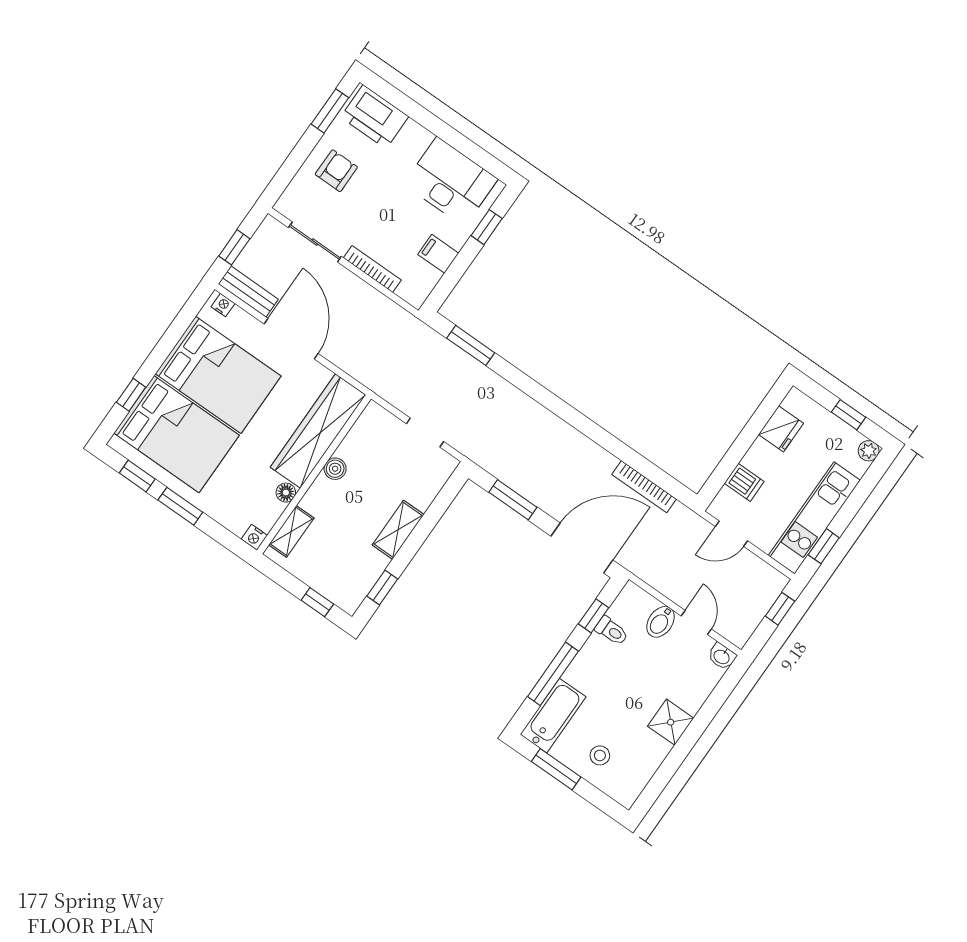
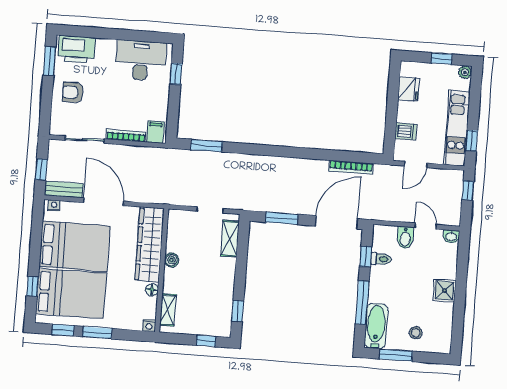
armchair: (336, 171) -> (73, 92), turned -90
filing cabinet: (438, 254) -> (155, 132), moved, turned 90
shelving: (398, 530) -> (230, 239), moved

